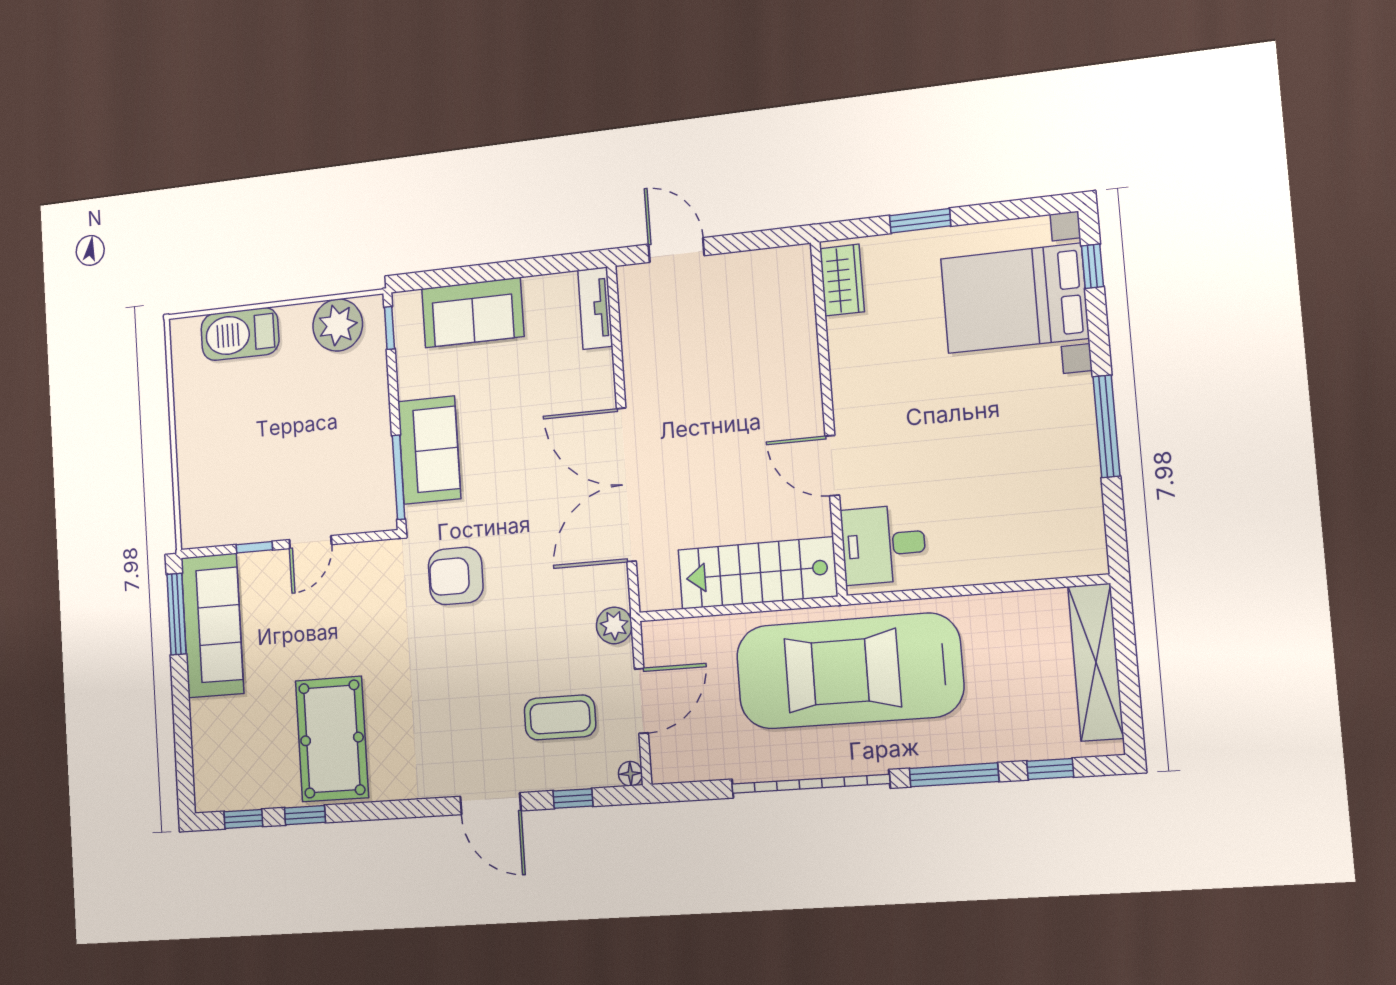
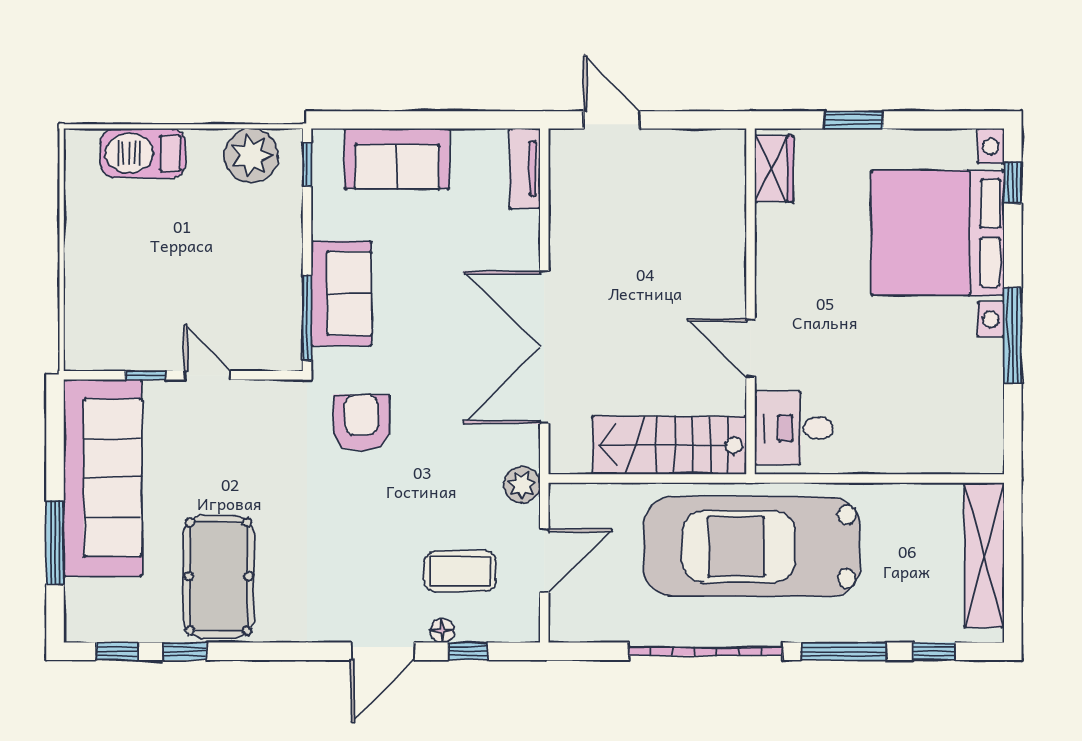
bed with nightstands: (1014, 298) -> (938, 233), width x1.36
door: (310, 542) -> (208, 375), swing flipped
armchair: (456, 576) -> (361, 423), turned 90
window: (176, 614) -> (55, 543), moved
sofa: (212, 625) -> (103, 478), width x1.36, depth x1.27
floor lamp: (630, 774) -> (442, 631), moved
door: (491, 804) -> (383, 651), hinge flipped

